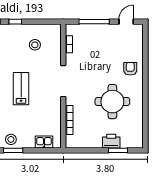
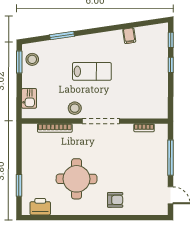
stool: (35, 45) -> (75, 108), moved
printer: (111, 141) -> (40, 207), moved, turned -90

